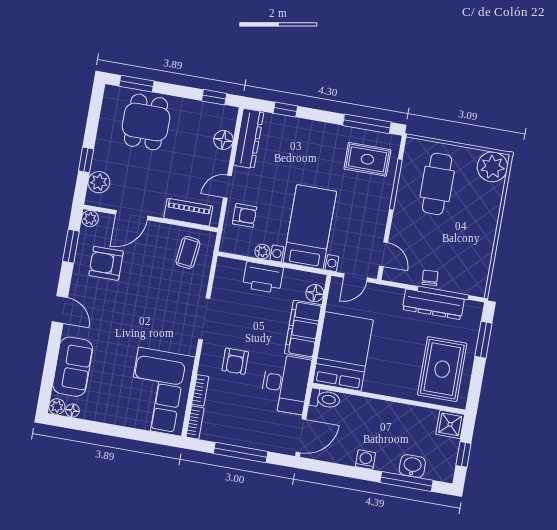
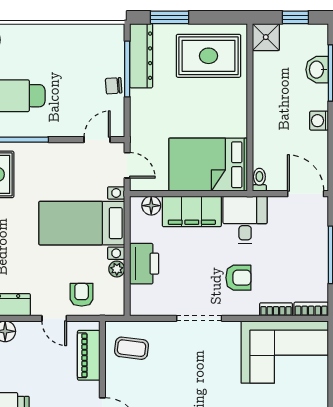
dresser: (433, 304) -> (141, 56), moved
desk: (285, 384) -> (245, 220), width x0.73
toilet: (325, 399) -> (259, 180), width x0.73, depth x0.72

